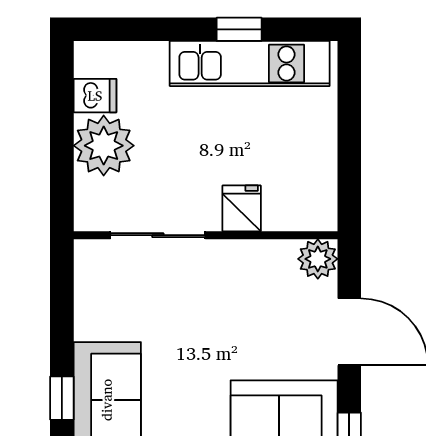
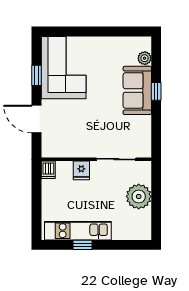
dishwasher: (95, 96) -> (48, 170), moved, turned -90
plant: (318, 259) -> (50, 149), removed

